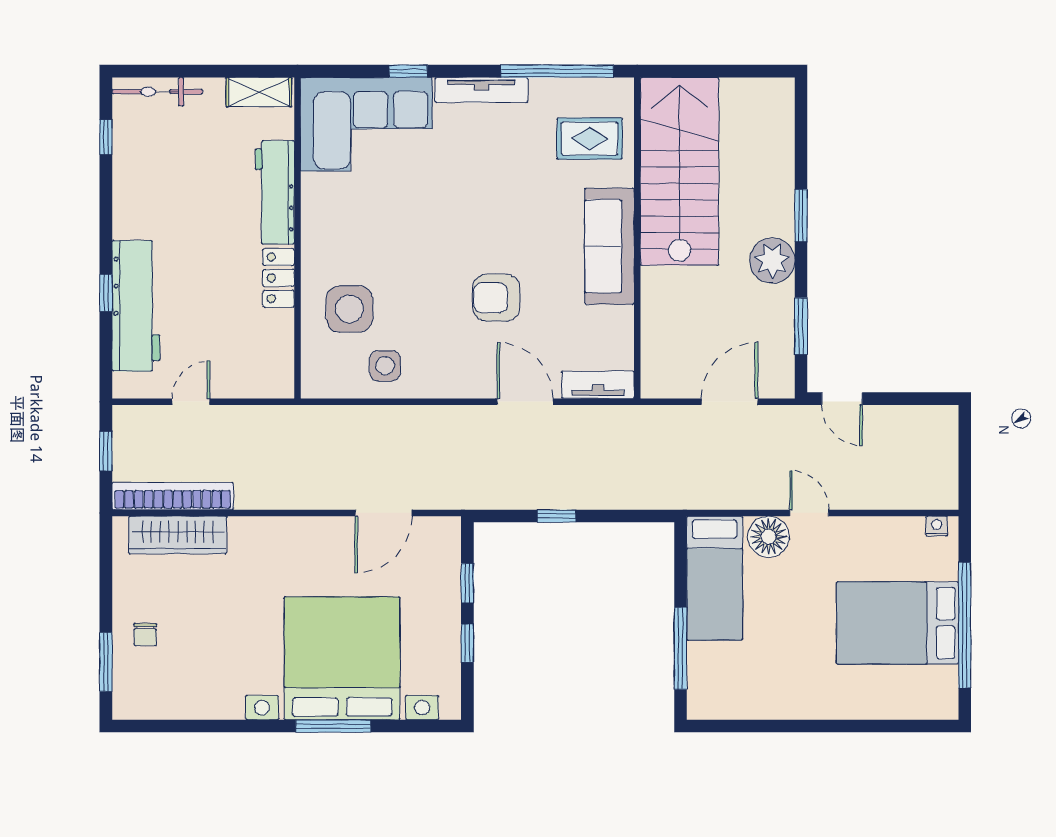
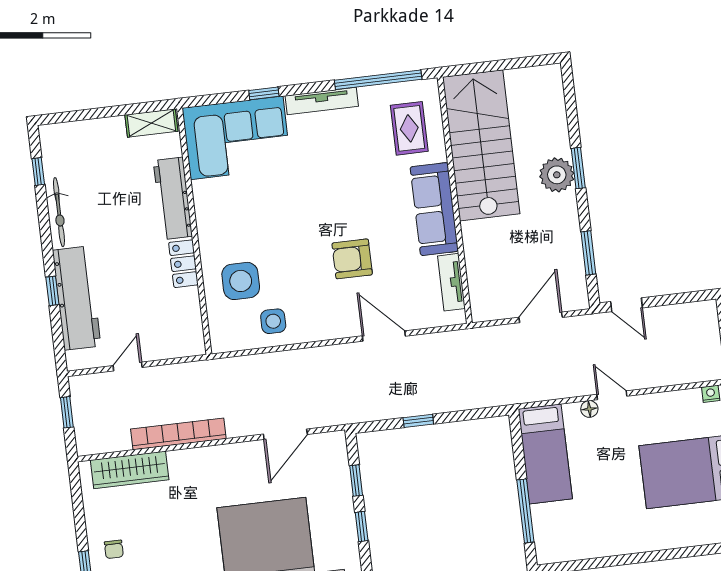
bicycle: (157, 92) -> (59, 212), moved, turned -90
rug: (590, 139) -> (409, 128), turned 90
plant: (772, 261) -> (557, 175), moved
tv unit: (598, 385) -> (451, 282), moved, turned -90
bookcase: (173, 496) -> (178, 434), moved
floor lamp: (769, 537) -> (589, 409), width x0.53, depth x0.53

